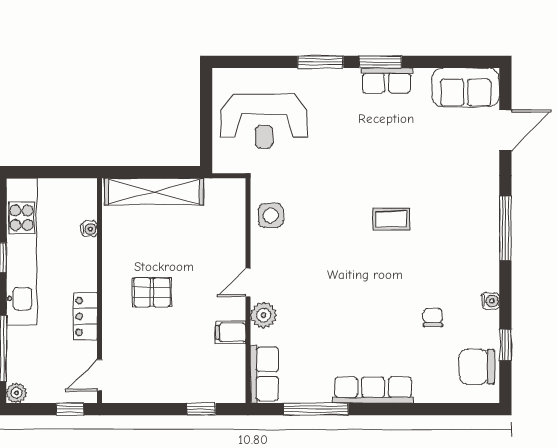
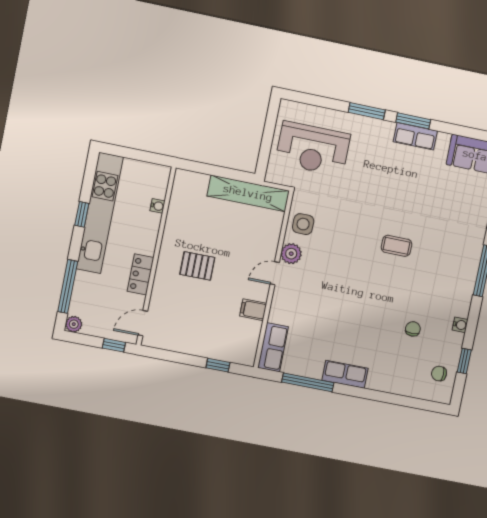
shelving: (154, 192) -> (248, 193), moved
plant: (263, 315) -> (291, 254), moved
chair: (477, 367) -> (439, 374), width x0.54, depth x0.54
row of seats: (373, 390) -> (345, 374), width x0.68

